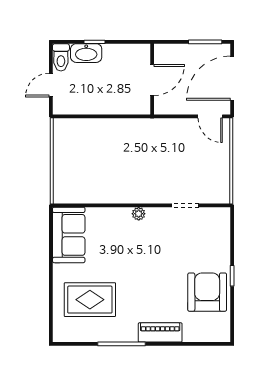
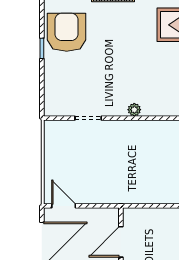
armchair: (207, 292) -> (67, 32), turned 180

